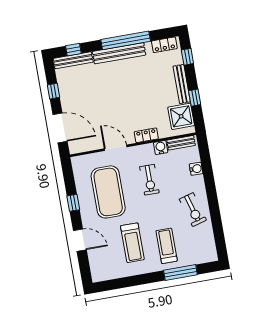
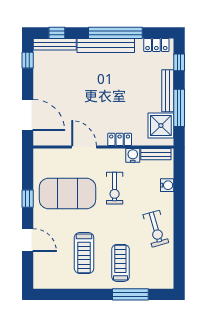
window: (54, 91) -> (28, 60), moved
window: (195, 98) -> (179, 108), width x2.17
exercise mat: (108, 192) -> (67, 193), turned 90

